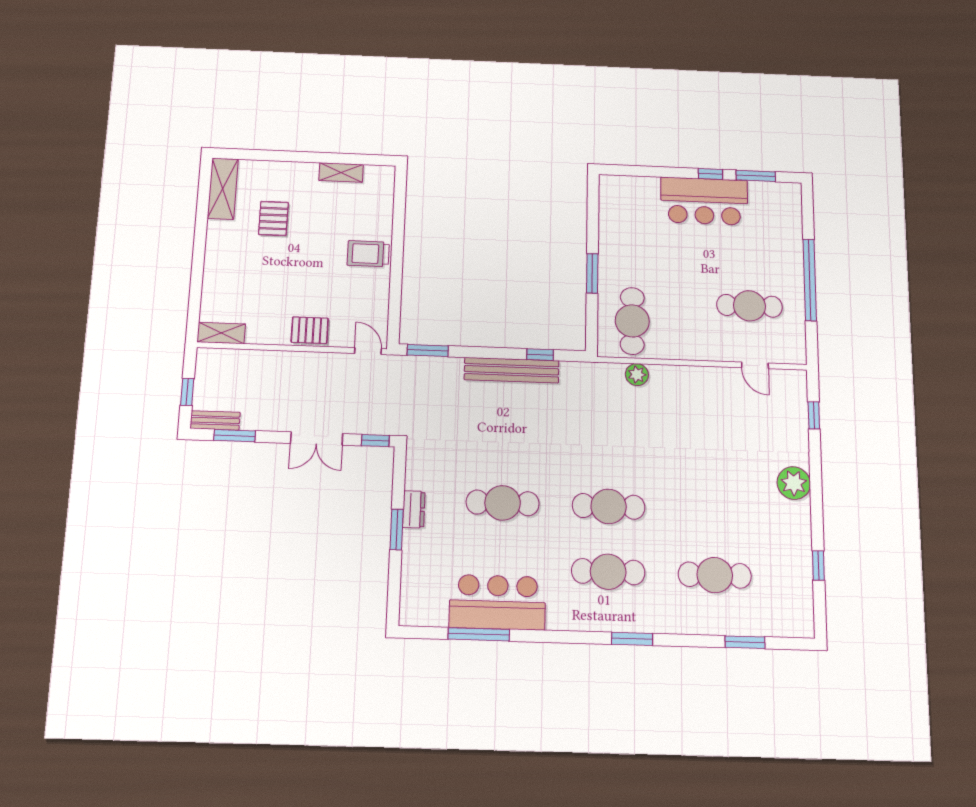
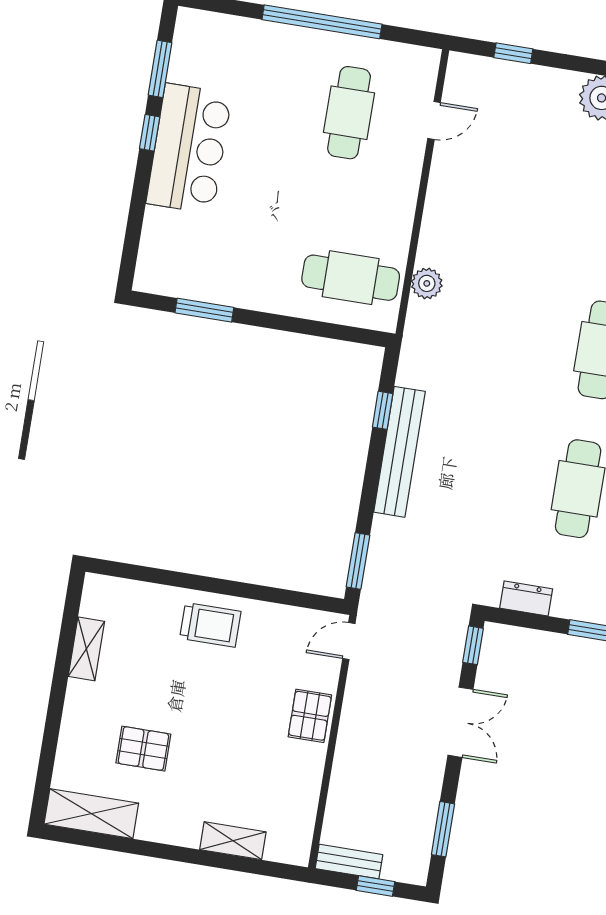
trolley: (368, 254) -> (210, 625), turned -90
window: (592, 273) -> (204, 310), moved
shelving: (221, 333) -> (233, 841), moved, turned 90
bench: (215, 420) -> (349, 862), moved, turned 90
dresser: (414, 509) -> (526, 598), moved

